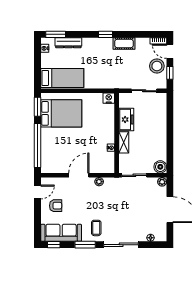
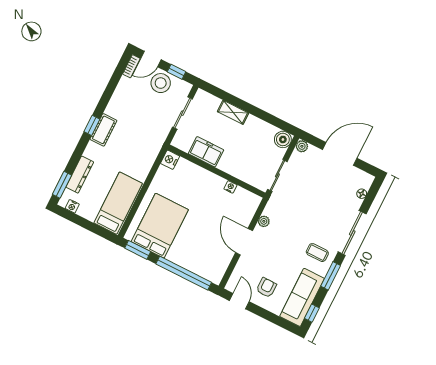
cot: (124, 43) -> (103, 130), moved
shelving: (124, 142) -> (233, 112), moved

